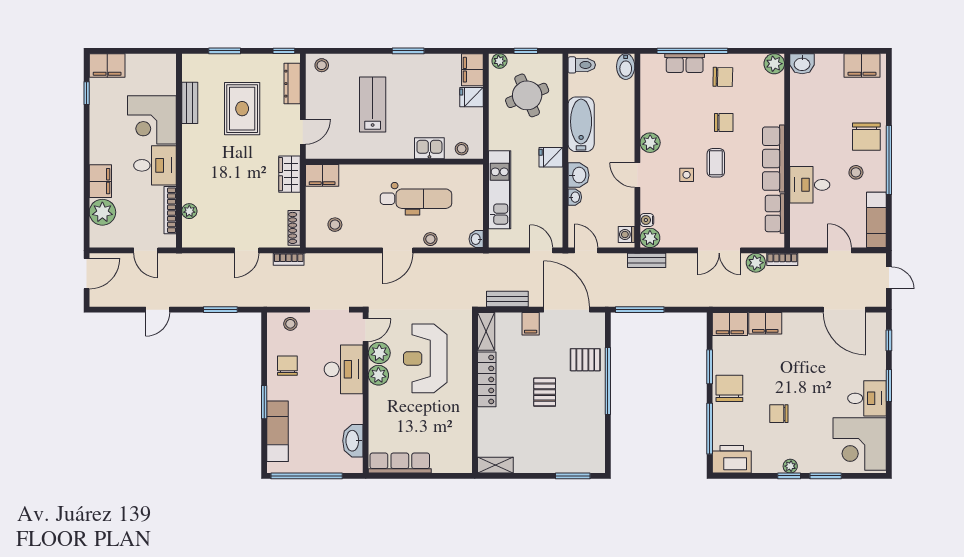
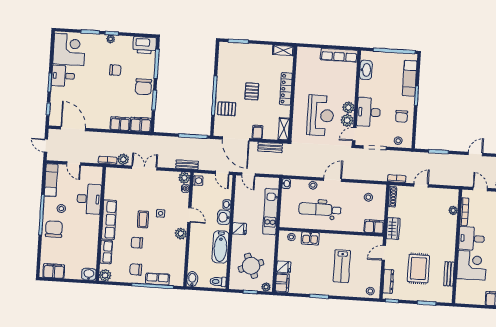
desk: (810, 185) -> (89, 199), width x1.37
row of seats: (775, 214) -> (106, 252), moved
locker: (487, 379) -> (286, 89), moved

